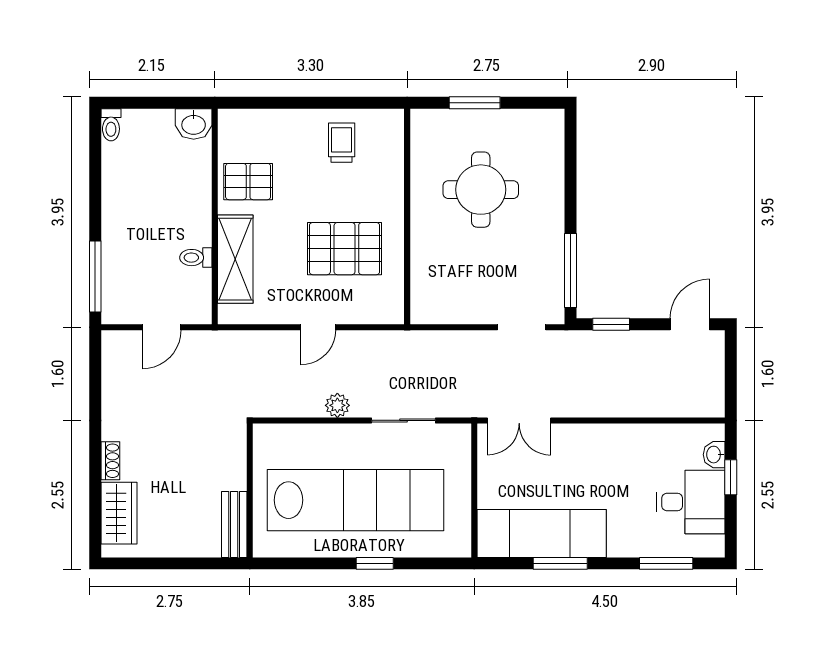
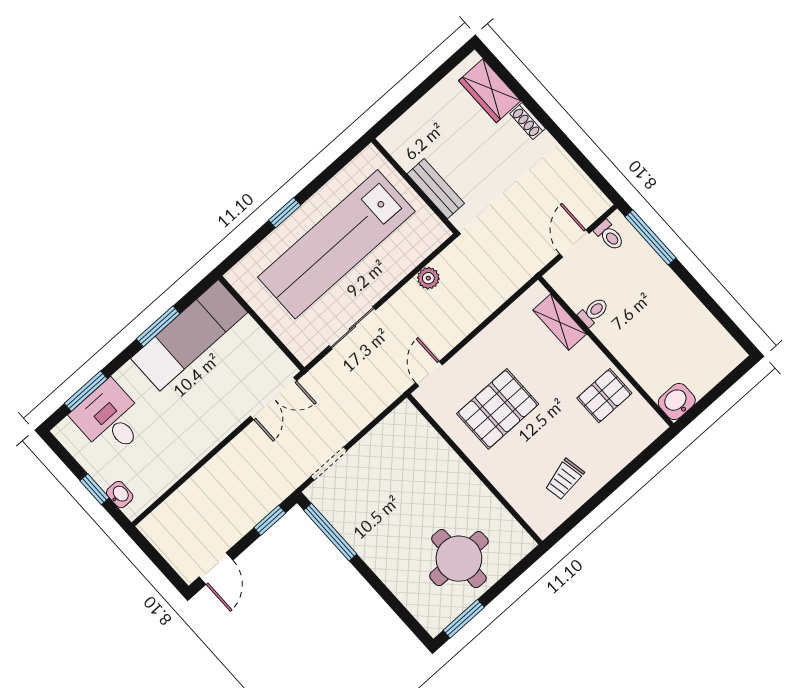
window: (475, 103) -> (464, 619), moved
toilet: (111, 125) -> (609, 235), moved, turned 180
trolley: (342, 143) -> (564, 479), turned 79
round table: (481, 190) -> (459, 559), moved
shelving: (235, 259) -> (560, 322), width x0.67, depth x0.75
door: (318, 327) -> (429, 374), moved
plant: (337, 405) -> (428, 278), moved
double door: (519, 420) -> (274, 398), swing flipped
desk: (691, 502) -> (110, 419), moved, turned 90
bench: (234, 524) -> (436, 189), moved

